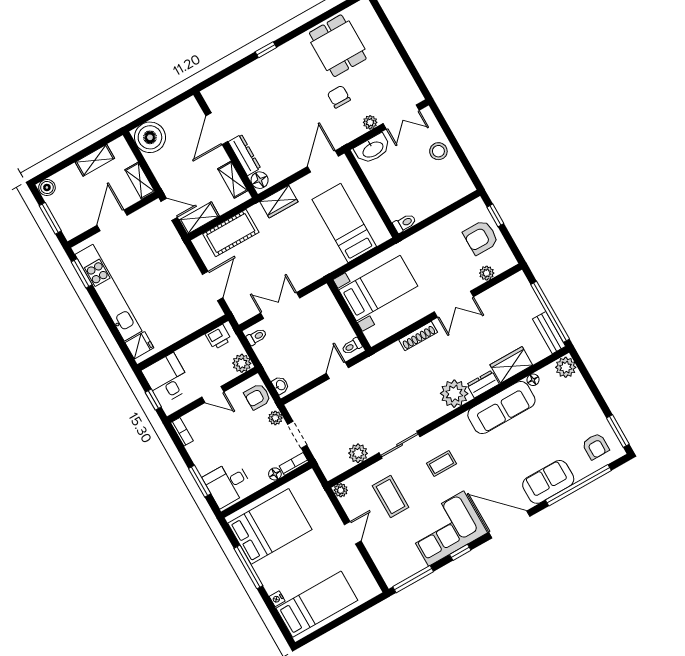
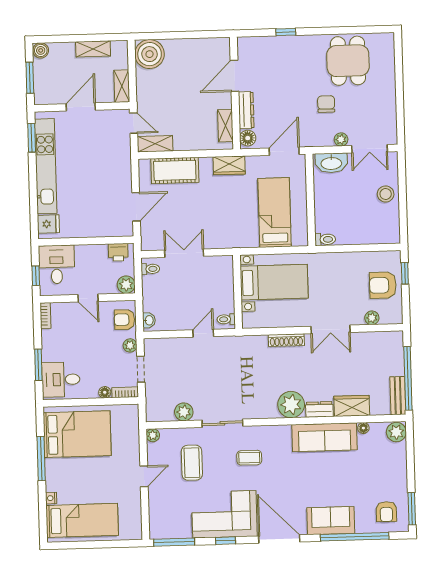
door: (217, 129) -> (235, 76), moved
wall: (226, 145) -> (235, 93), moved
dresser: (244, 155) -> (246, 110), moved
shelving: (233, 180) -> (225, 126), moved
floor lamp: (260, 180) -> (248, 138), moved

